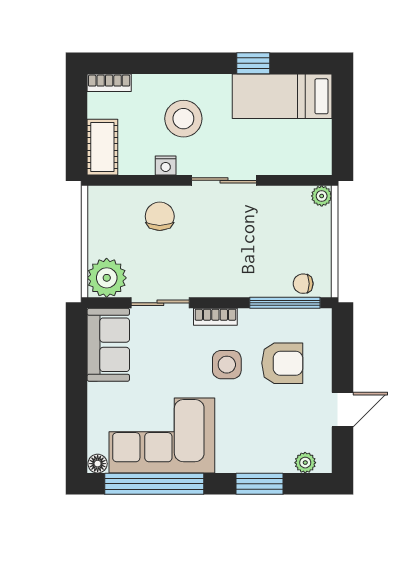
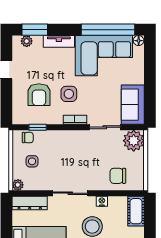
dresser: (300, 162) -> (30, 203), added
chair: (160, 216) -> (118, 176), moved, turned 90
side table: (295, 240) -> (32, 161), added
window: (285, 303) -> (38, 127), width x0.46
armchair: (282, 363) -> (39, 95), turned -90
tv unit: (245, 462) -> (59, 41), added
window: (260, 484) -> (35, 30), moved

